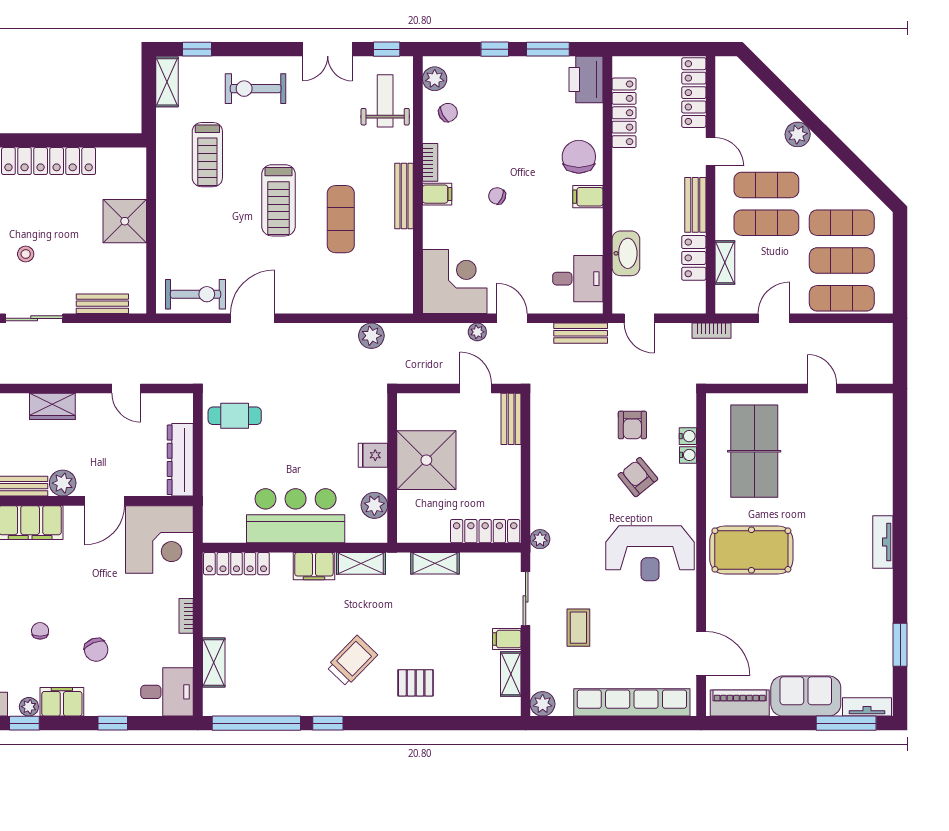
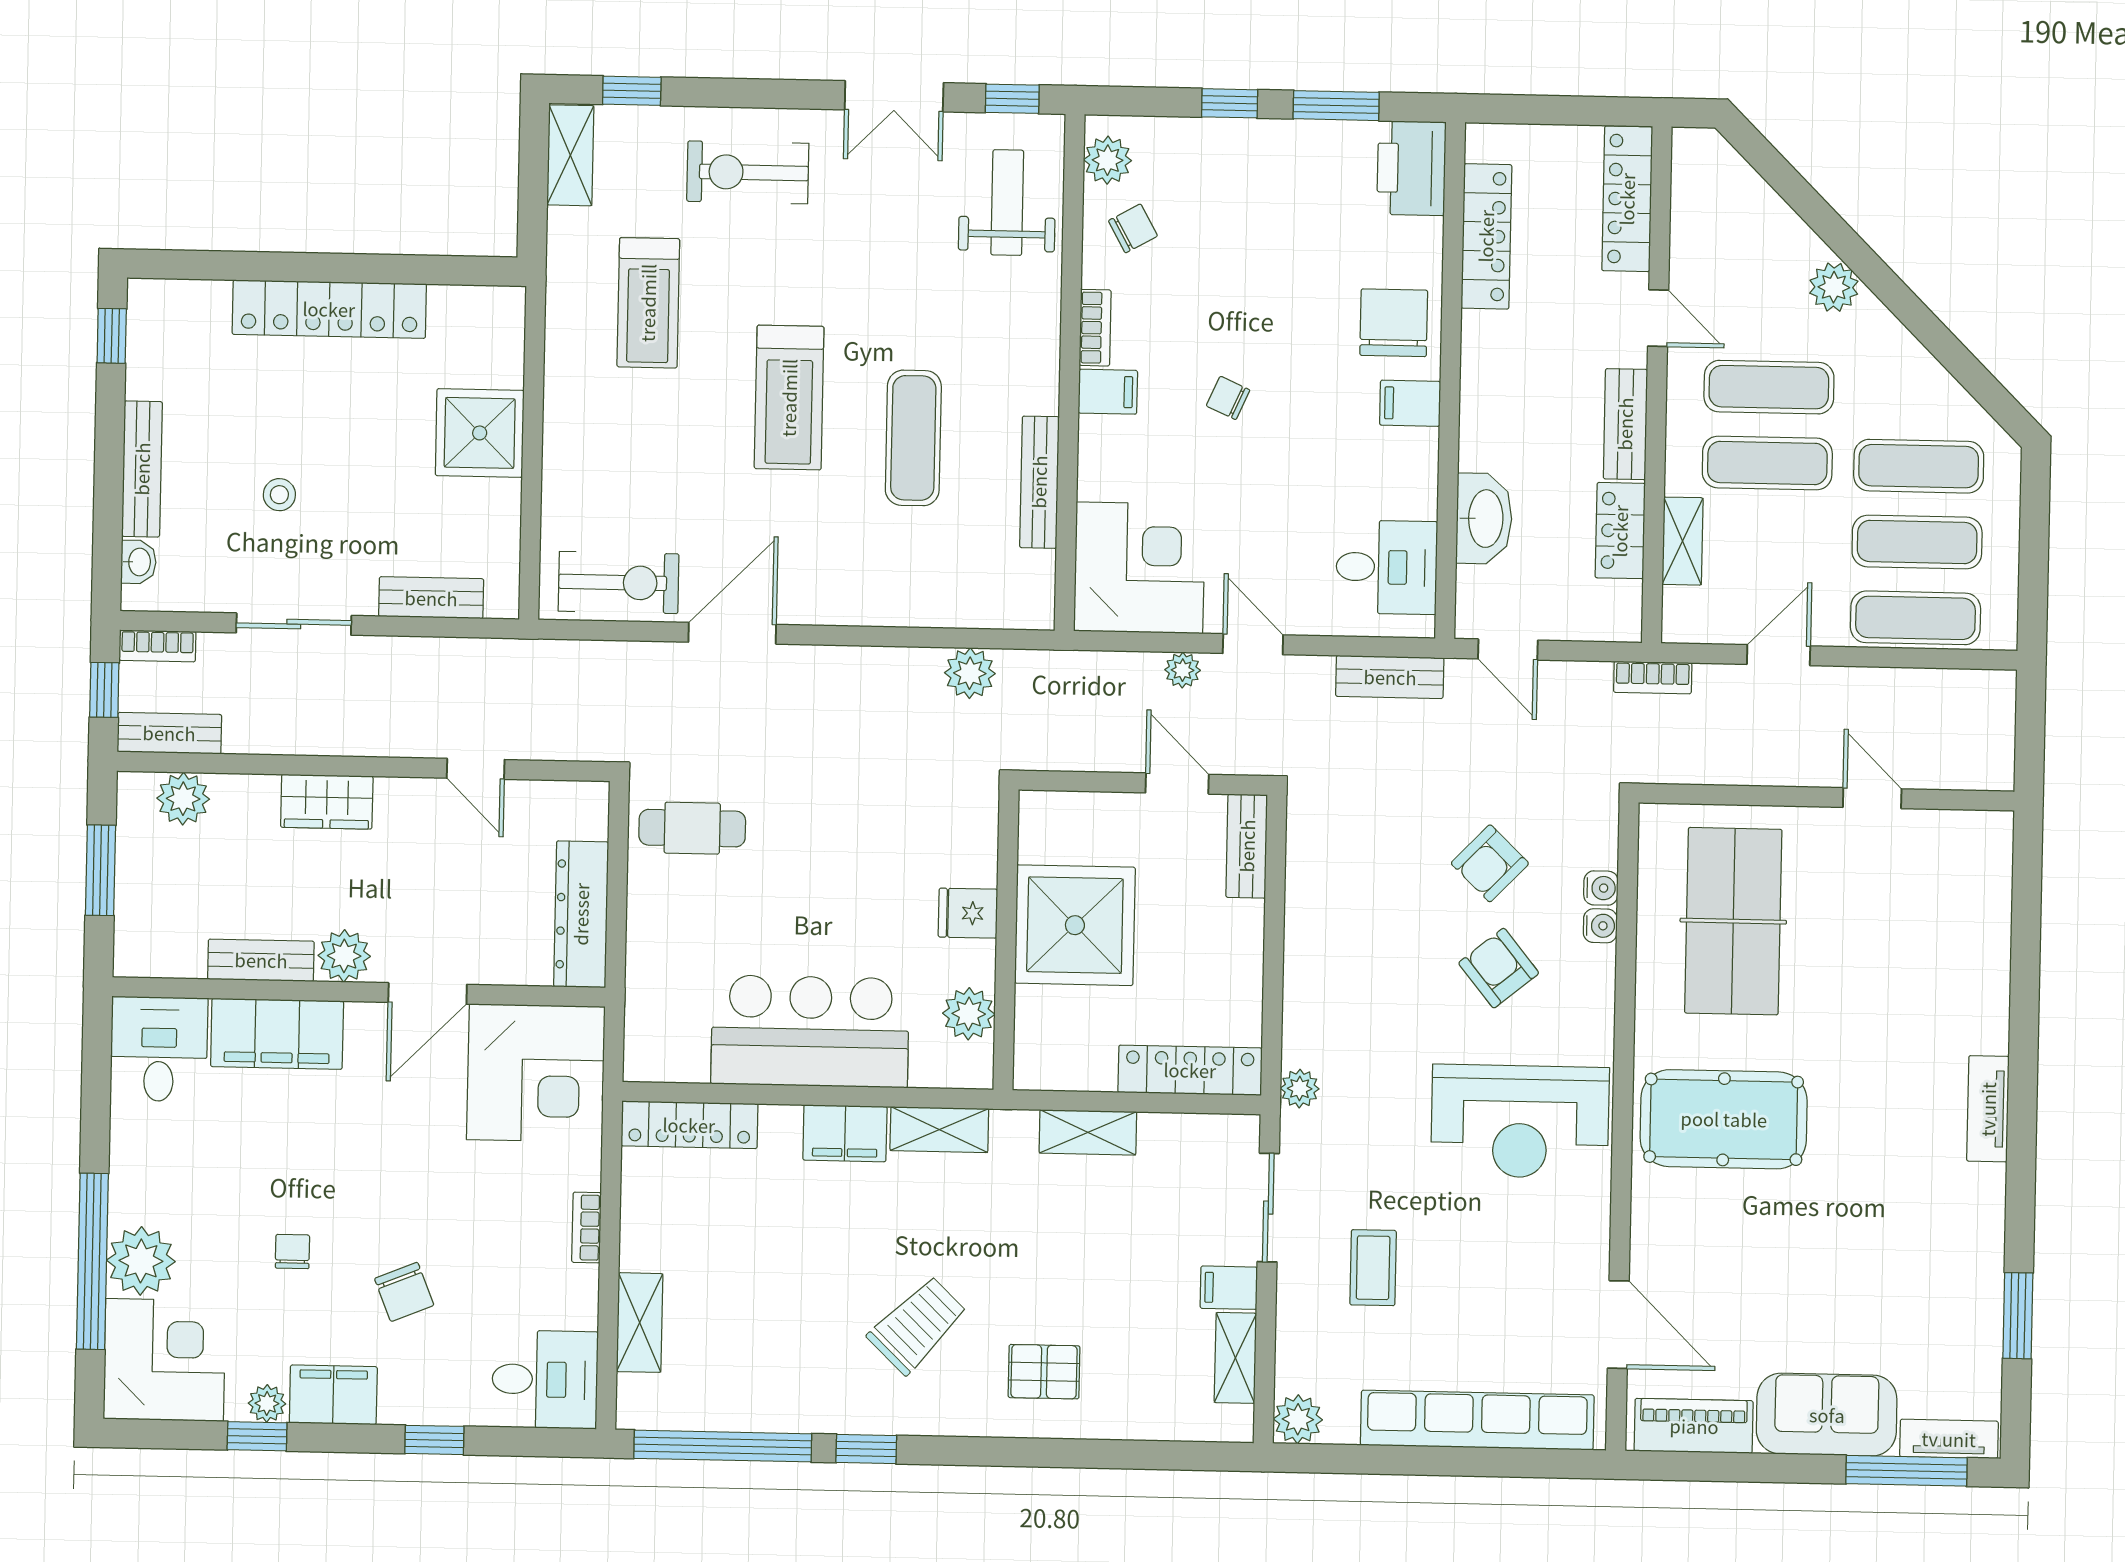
bench: (404, 196) -> (1039, 482), moved
armchair: (632, 425) -> (1490, 863), turned 44

